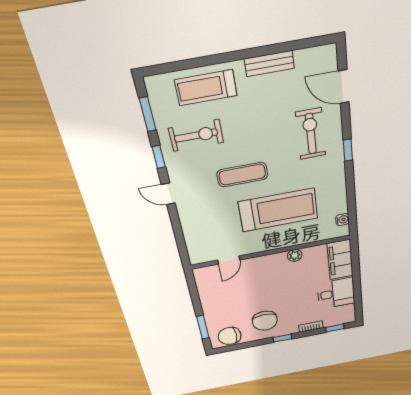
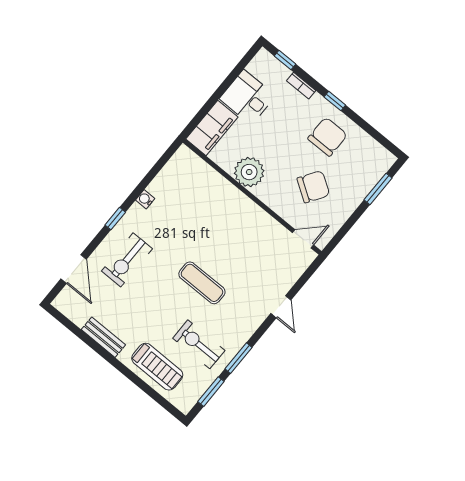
window: (159, 157) -> (239, 358), width x1.50
door: (168, 194) -> (281, 307), moved
treadmill: (278, 210) -> (209, 227), removed
water cooler: (342, 220) -> (145, 199), moved
plant: (295, 255) -> (249, 172), width x1.88, depth x1.88
door: (229, 260) -> (303, 239), moved
chair: (230, 336) -> (313, 187), moved, turned -57

